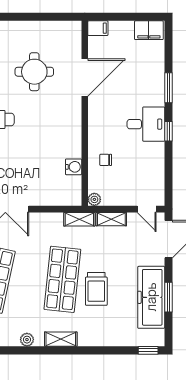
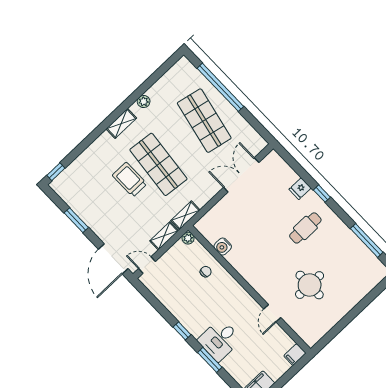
door: (85, 77) -> (272, 313), width x0.53
desk: (146, 124) -> (220, 340), moved
freezer: (151, 297) -> (88, 209), removed

